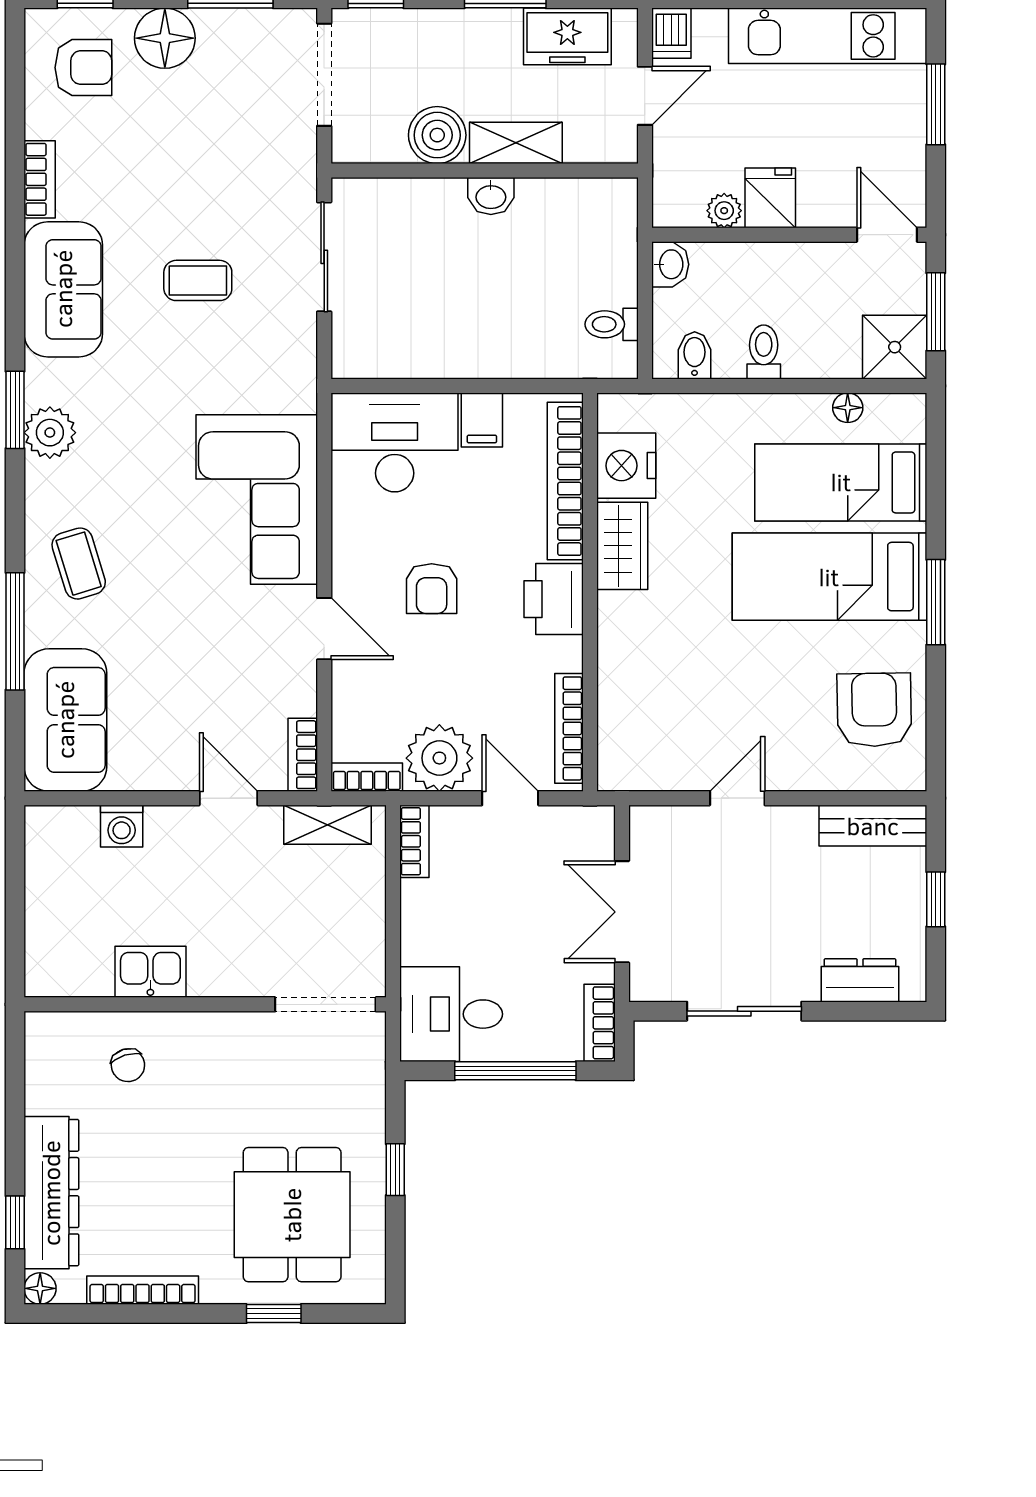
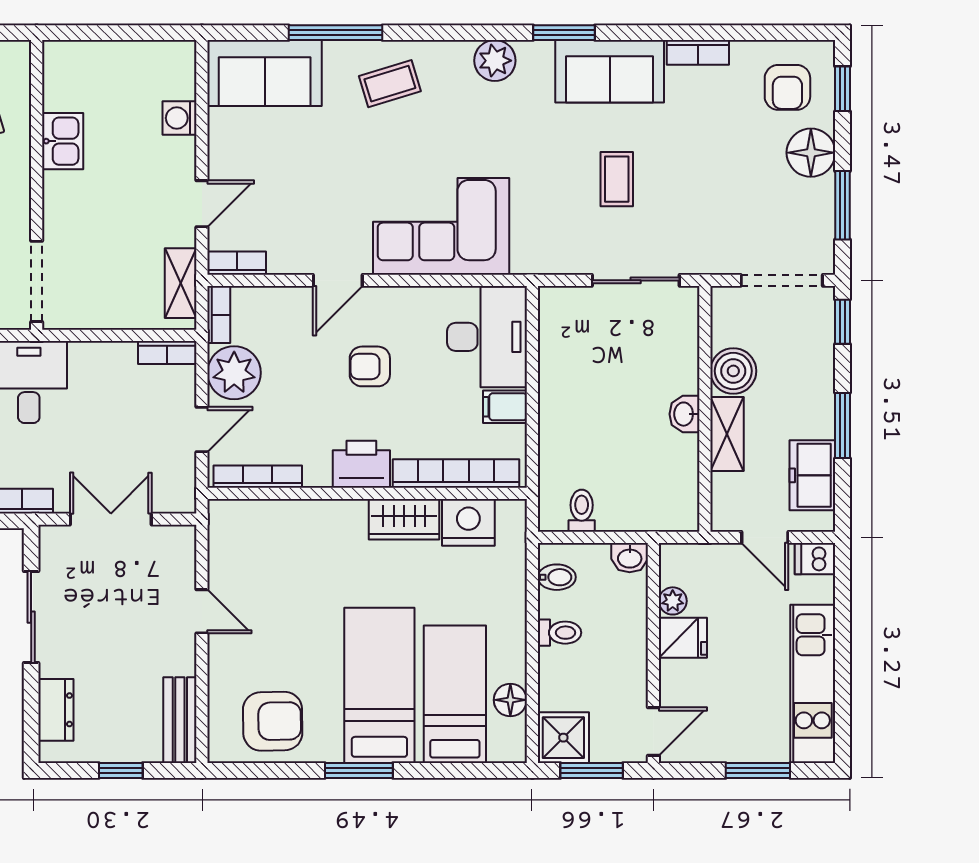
floor lamp: (848, 408) -> (510, 700), width x1.37, depth x1.37
window: (15, 410) -> (564, 33), moved

